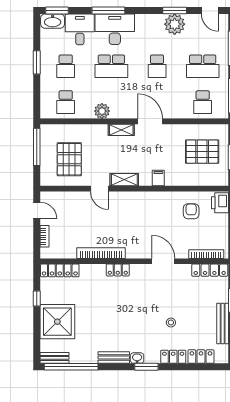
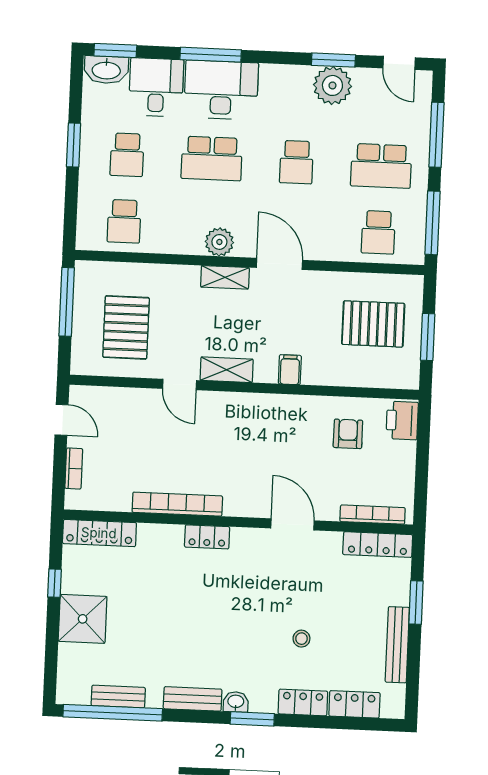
plant: (102, 111) -> (219, 242), moved
shower: (57, 322) -> (83, 619), width x0.73, depth x0.73
bench: (54, 358) -> (118, 697), moved

